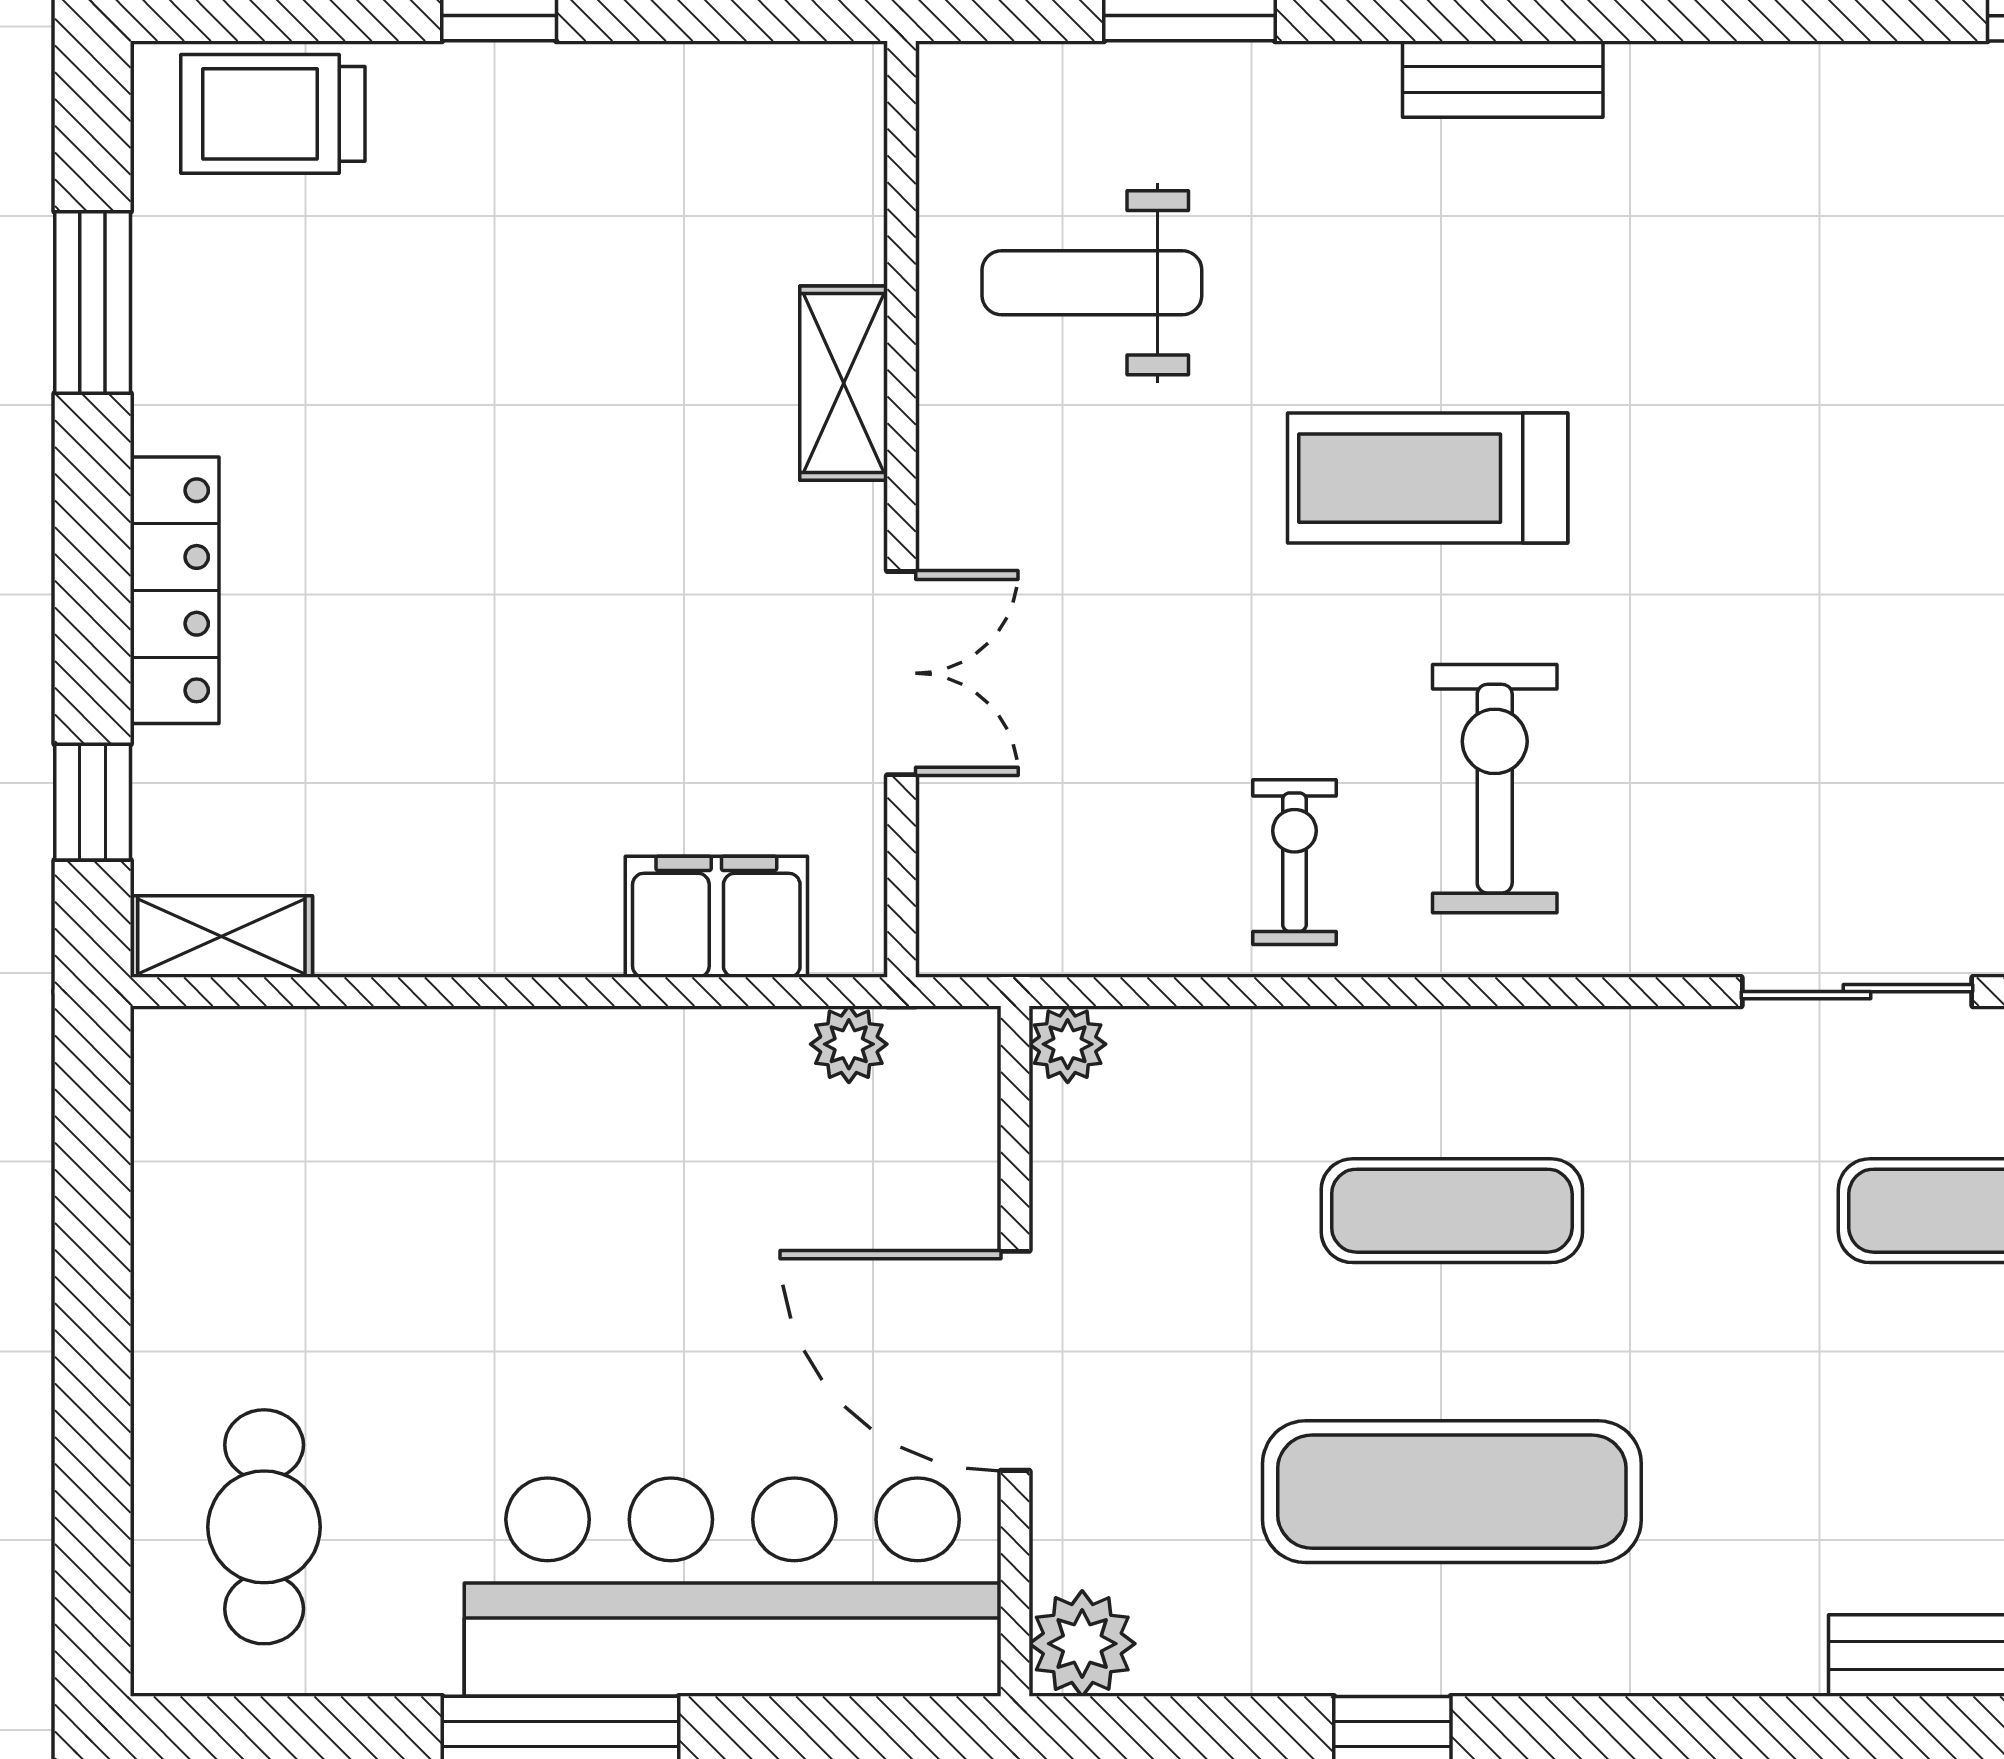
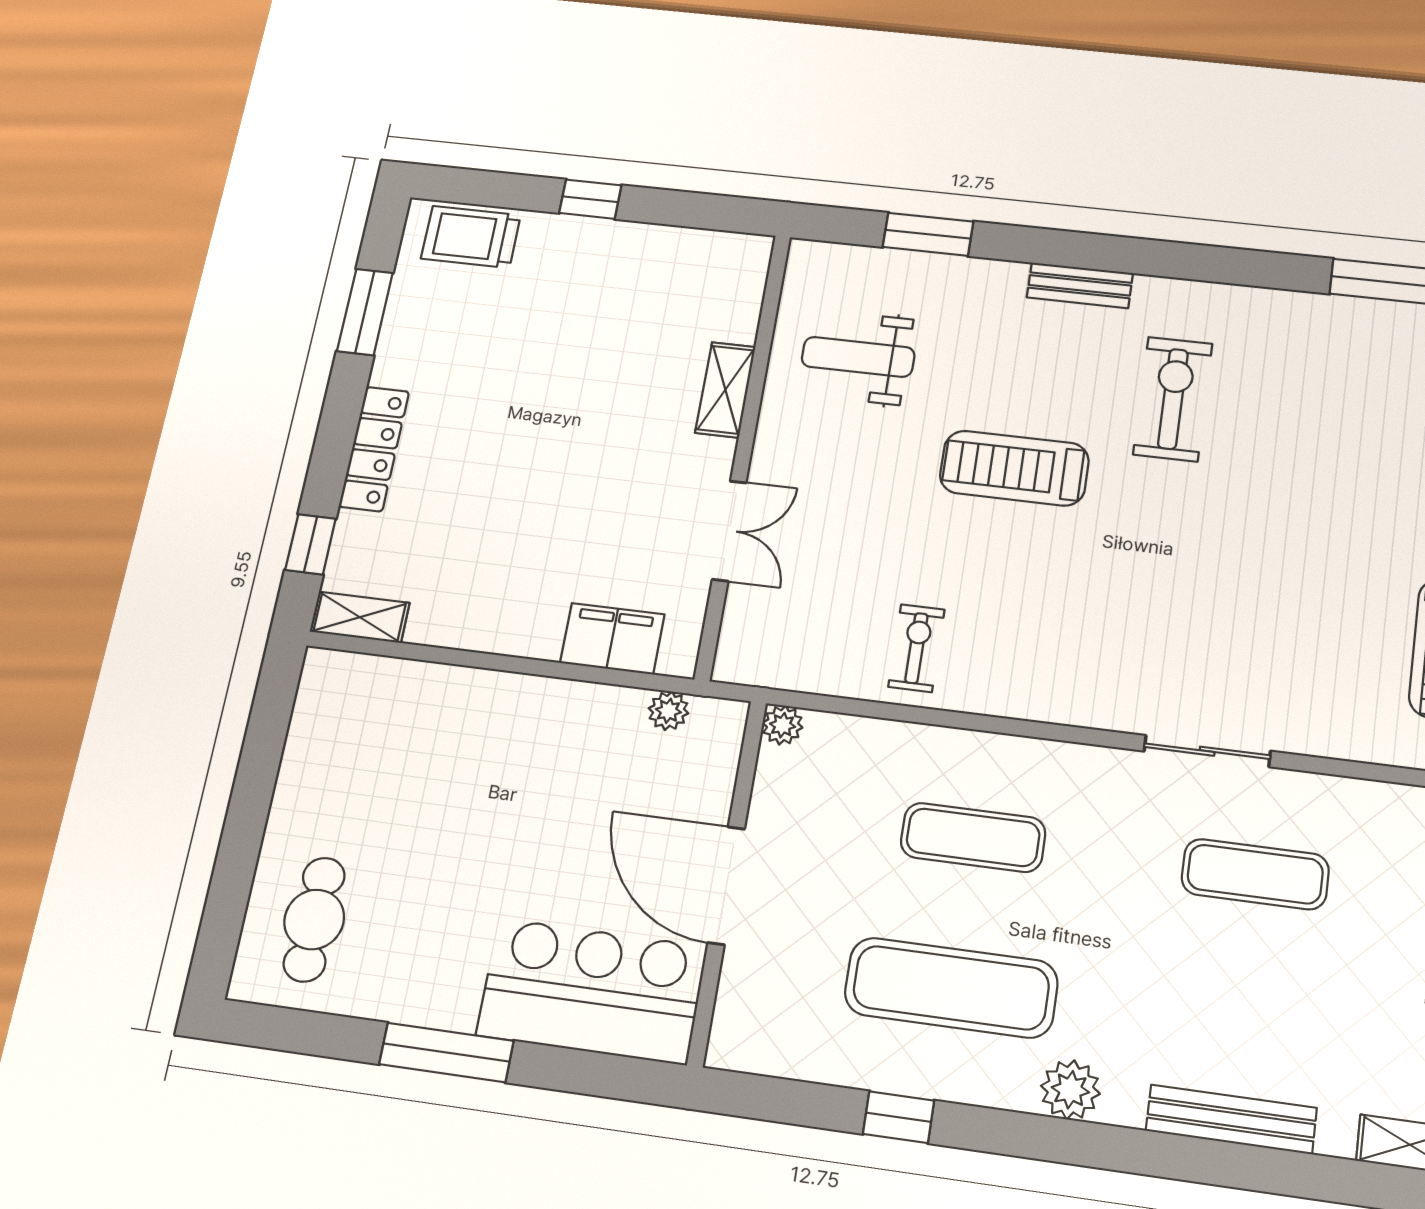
exercise bike: (1495, 789) -> (1173, 399), moved
bar counter: (733, 1587) -> (592, 991), width x0.73
plant: (1082, 1644) -> (1070, 1090), moved

